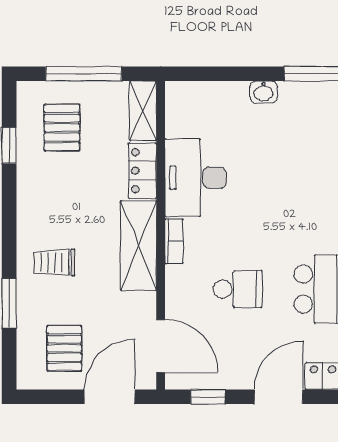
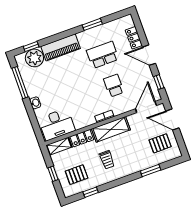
window: (84, 74) -> (53, 174), width x0.46
desk: (196, 178) -> (57, 124), moved
trolley: (54, 262) -> (107, 160), moved

